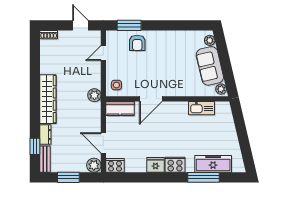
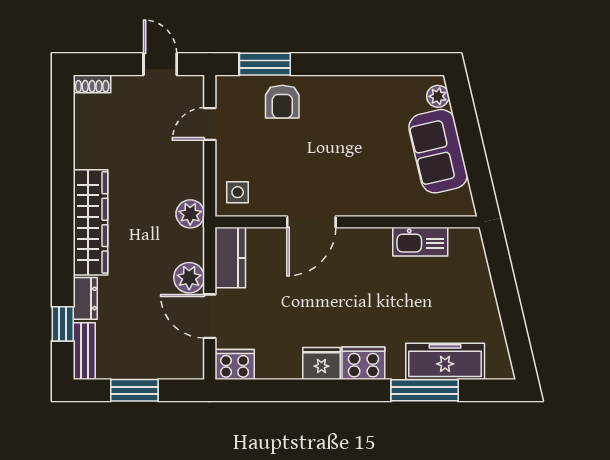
plant: (221, 89) -> (462, 201), removed
kitchen counter: (120, 108) -> (230, 258), moved, turned -90
plant: (94, 165) -> (189, 278), moved

